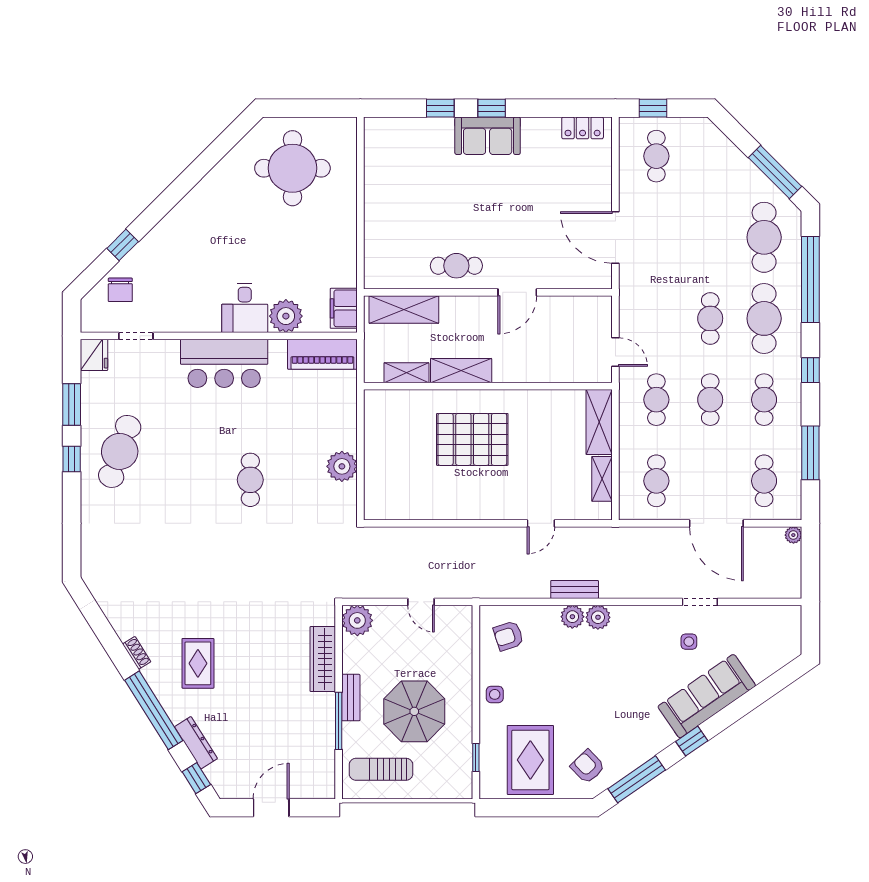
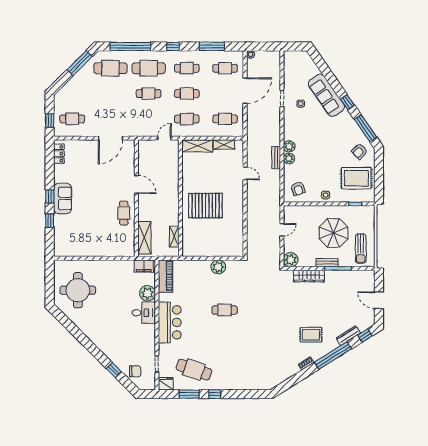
shelving: (461, 371) -> (173, 211), removed
pallet: (472, 439) -> (206, 206), turned 90
cafe table: (120, 451) -> (194, 370), moved

